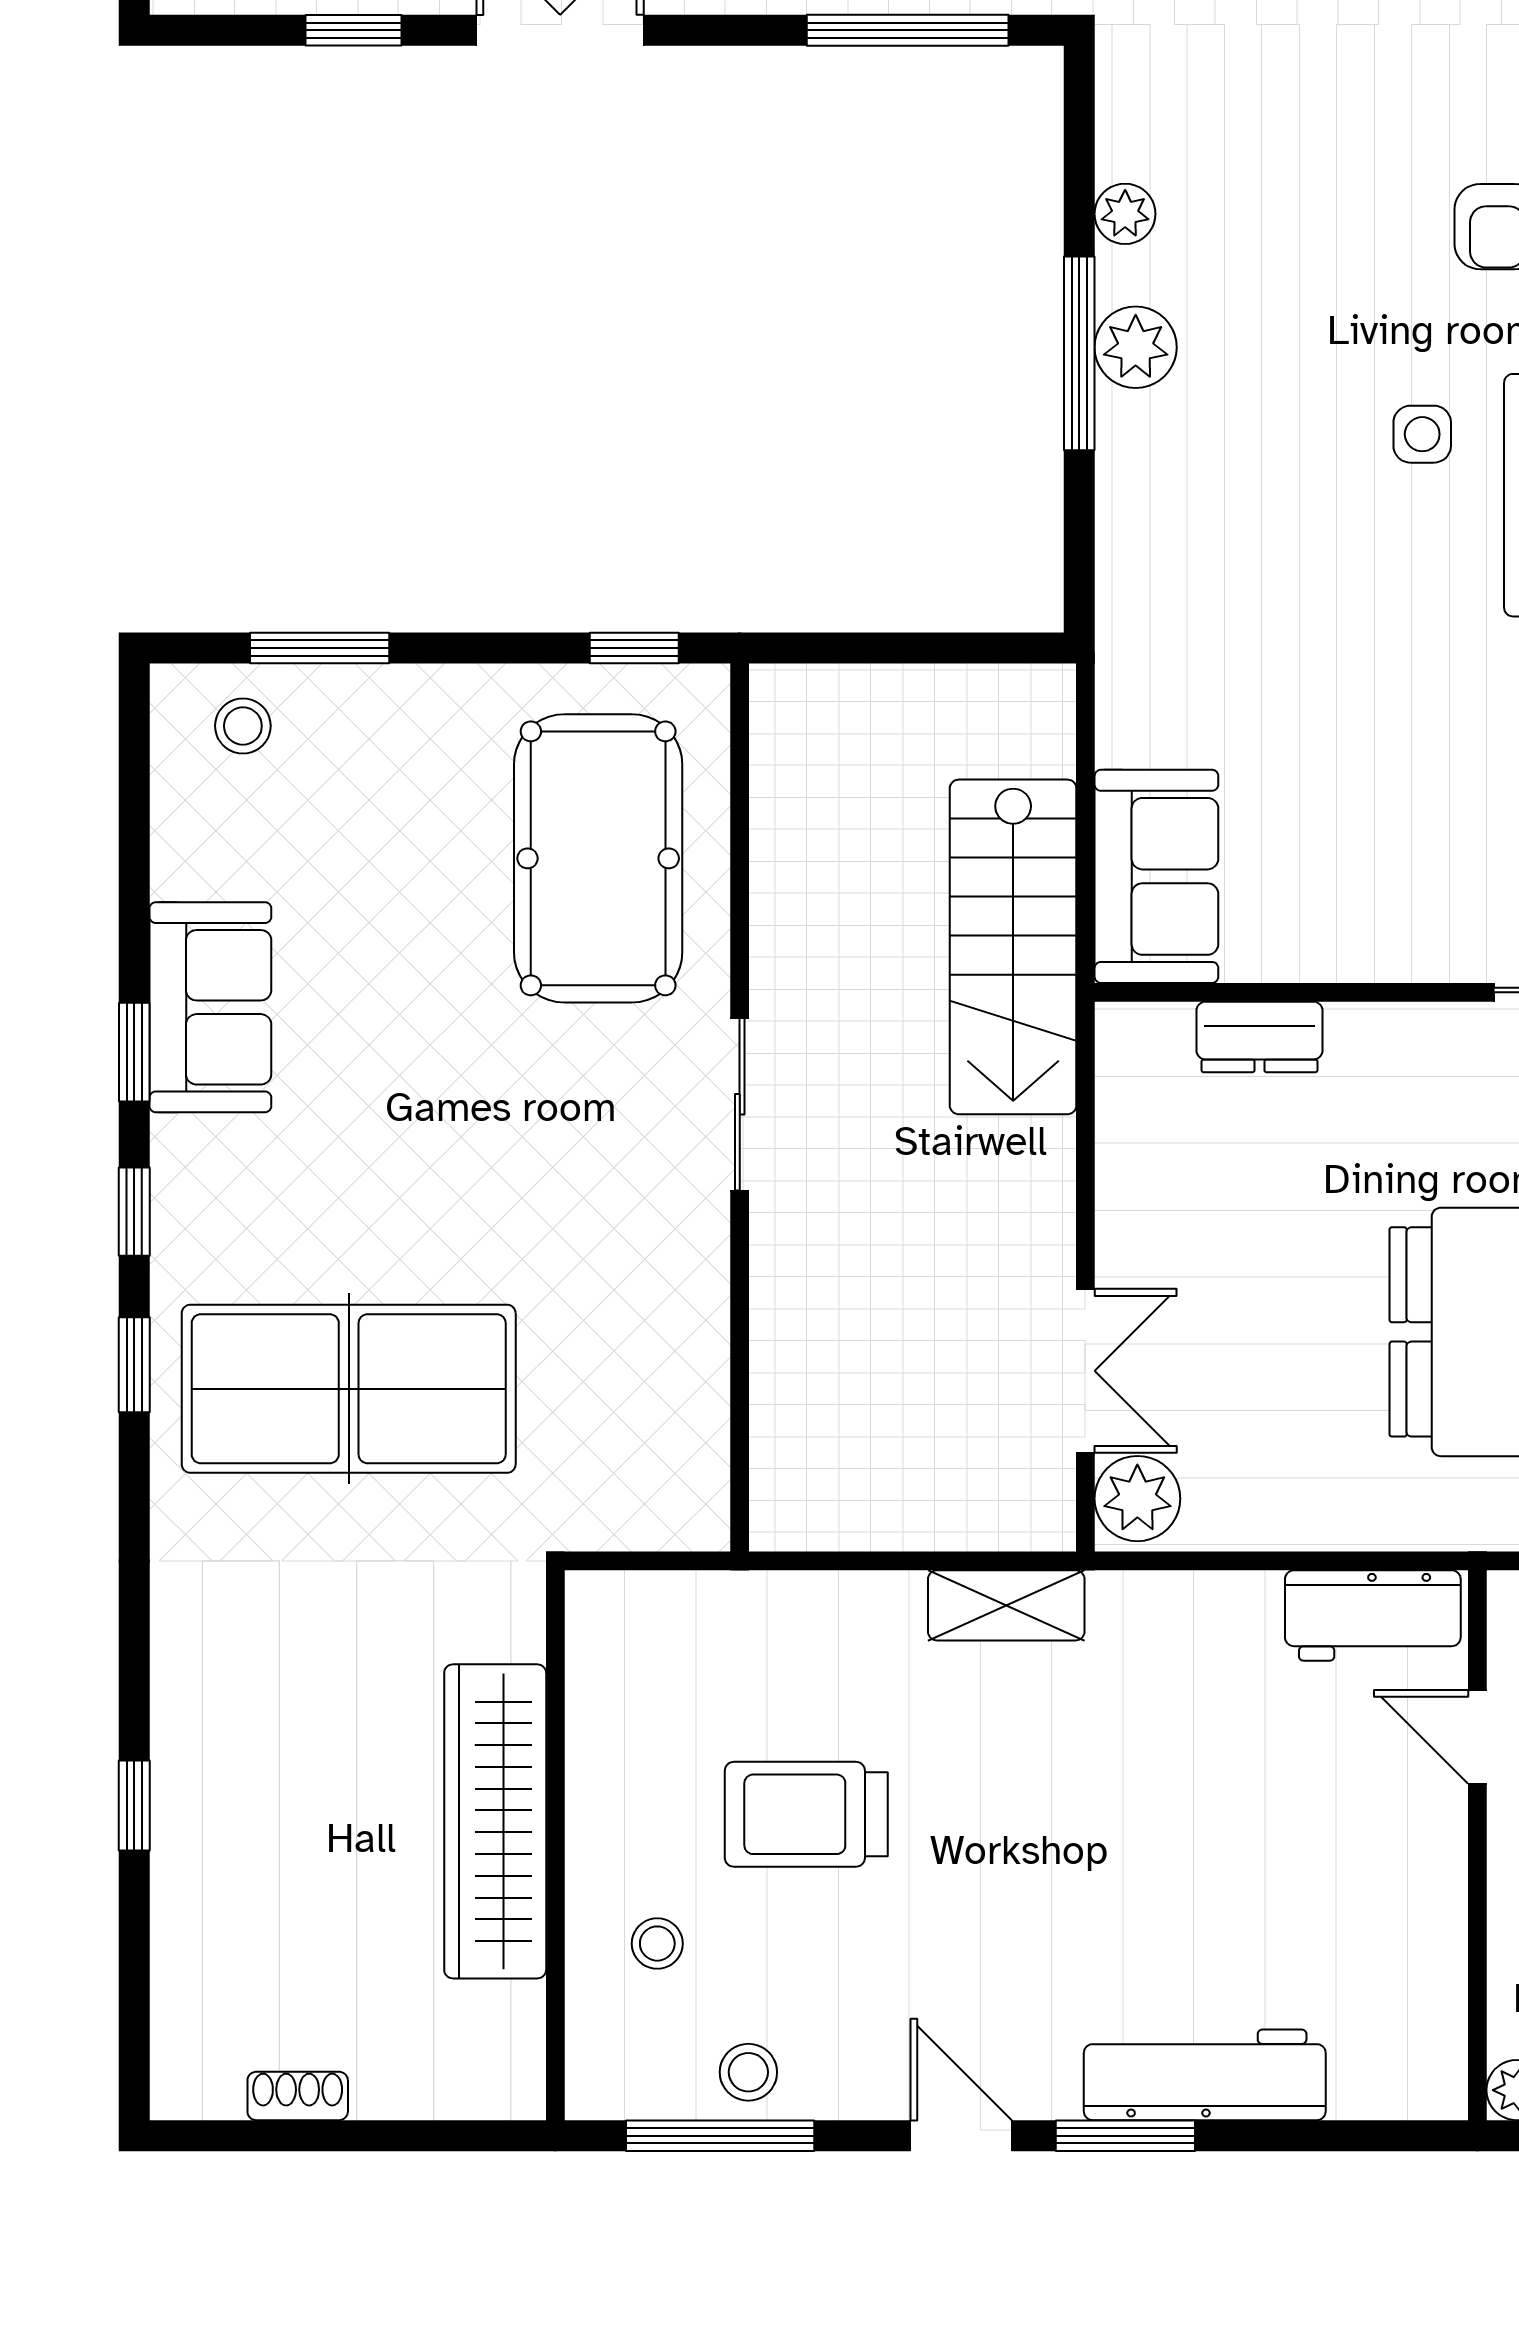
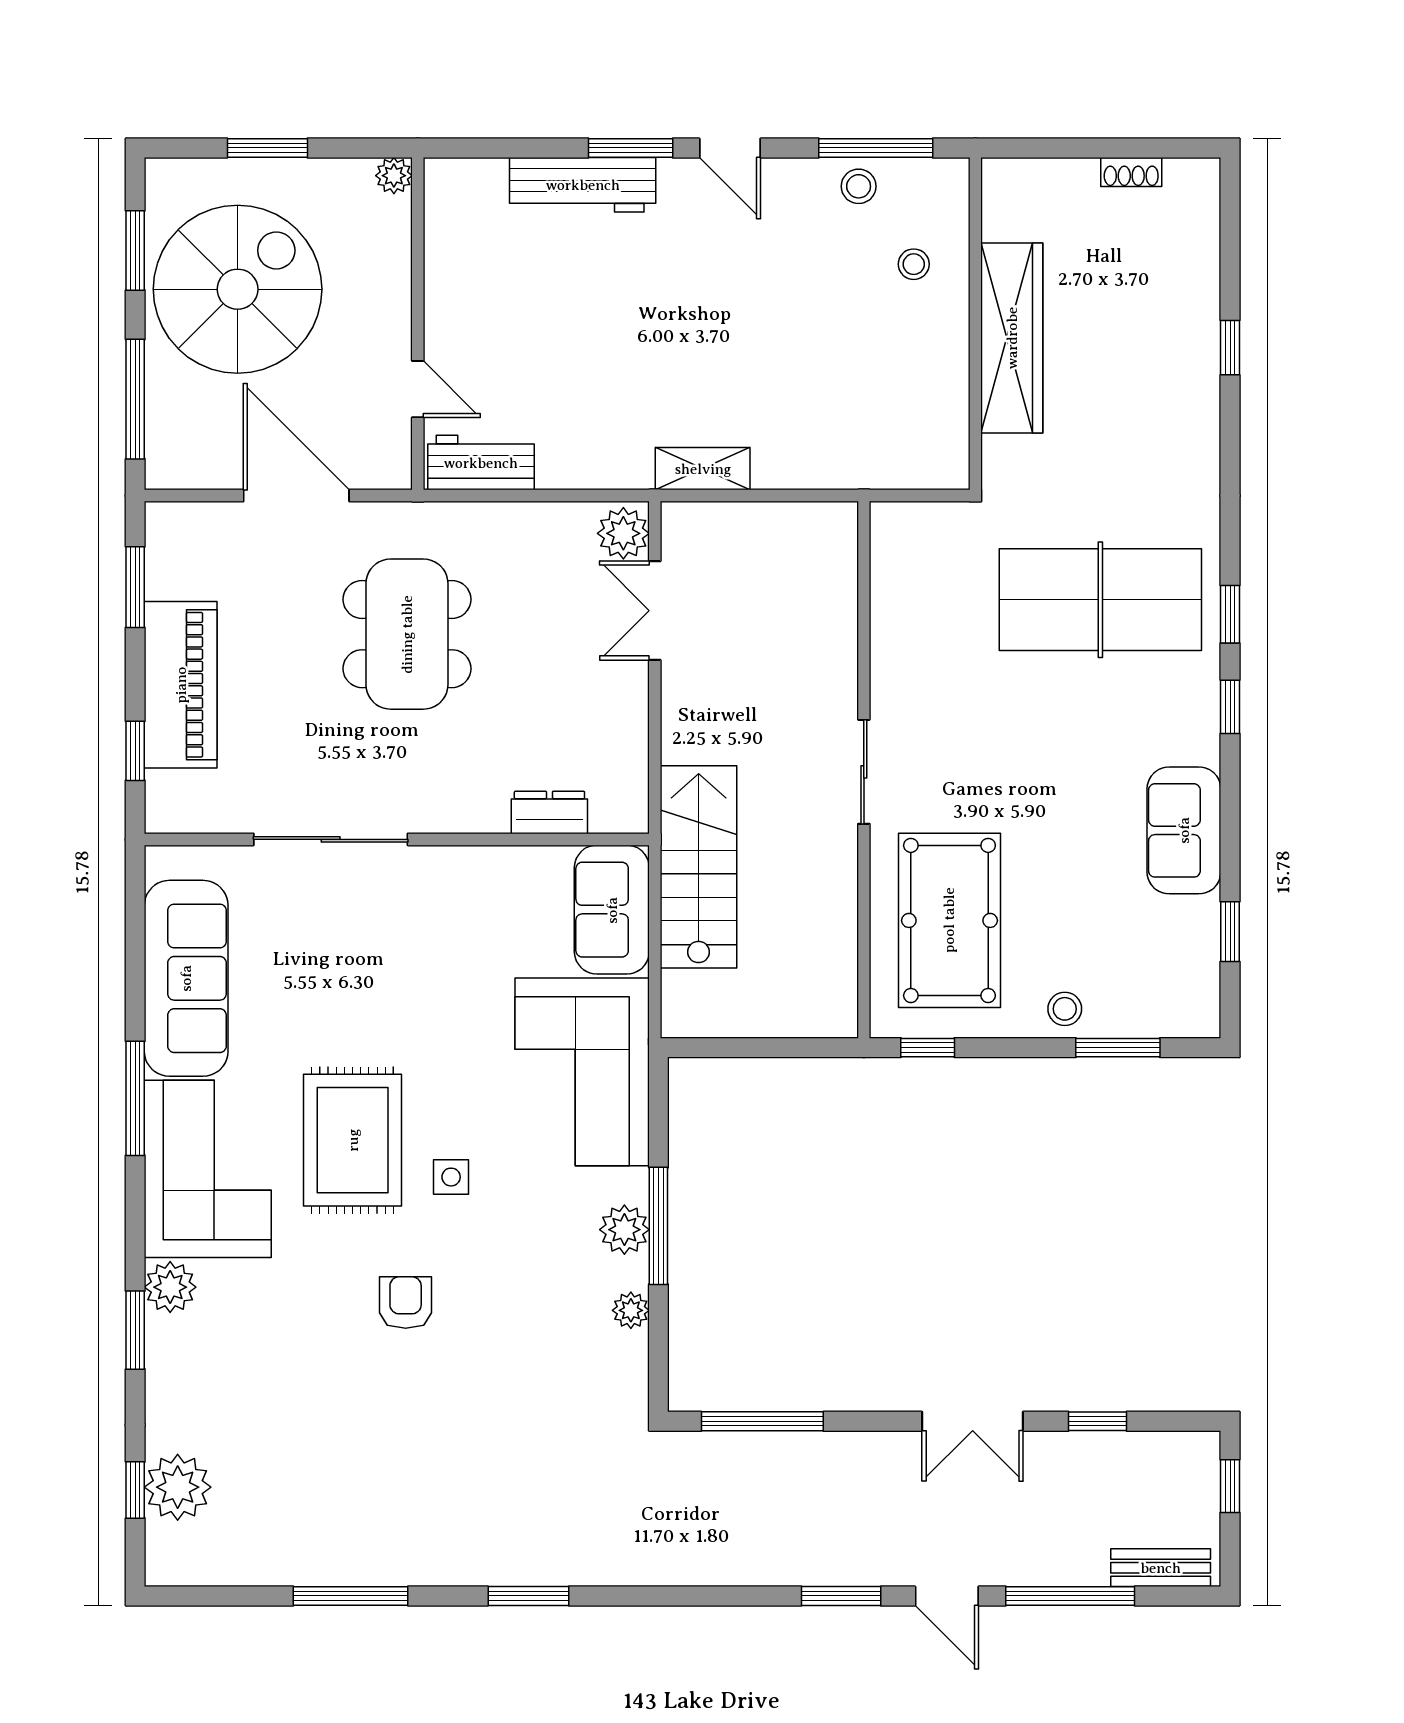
corner sofa: (1206, 608) -> (582, 1072), added
stool: (243, 726) -> (1065, 1009), moved
window: (134, 1052) -> (1230, 932), moved
trolley: (806, 1814) -> (824, 342), removed

